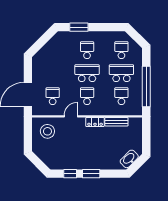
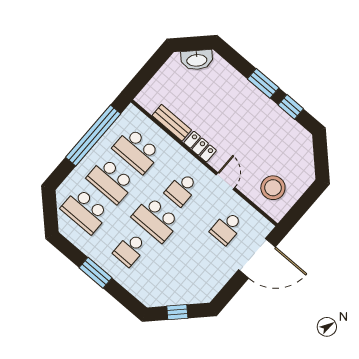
window: (79, 27) -> (96, 273), moved
window: (43, 41) -> (177, 312), added
school desk: (121, 50) -> (85, 211), width x1.85
school desk: (121, 96) -> (137, 151), width x1.85
door: (71, 116) -> (225, 181), swing flipped

